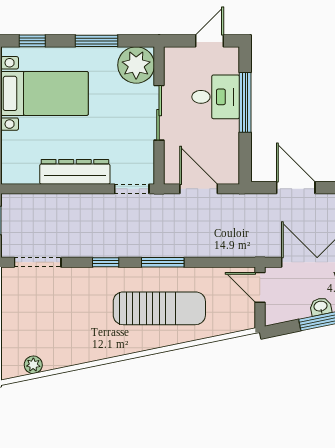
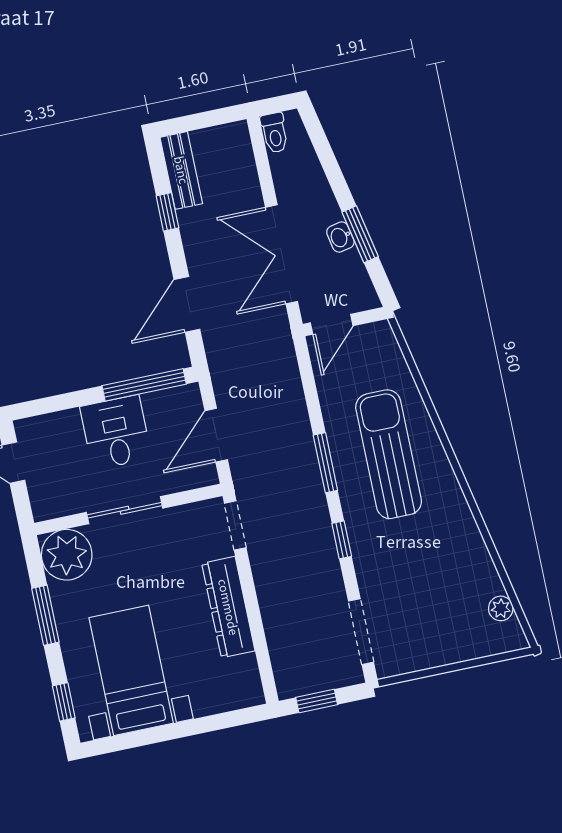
desk: (216, 97) -> (116, 432), moved
window: (245, 102) -> (144, 385), moved

